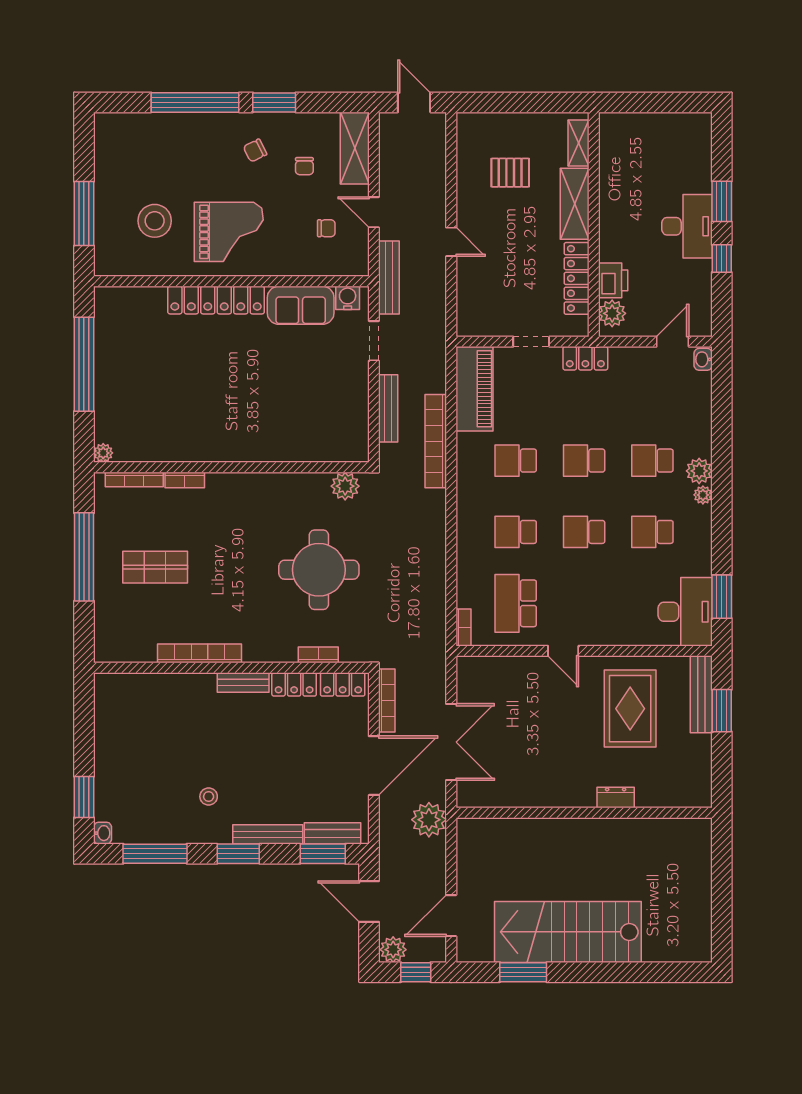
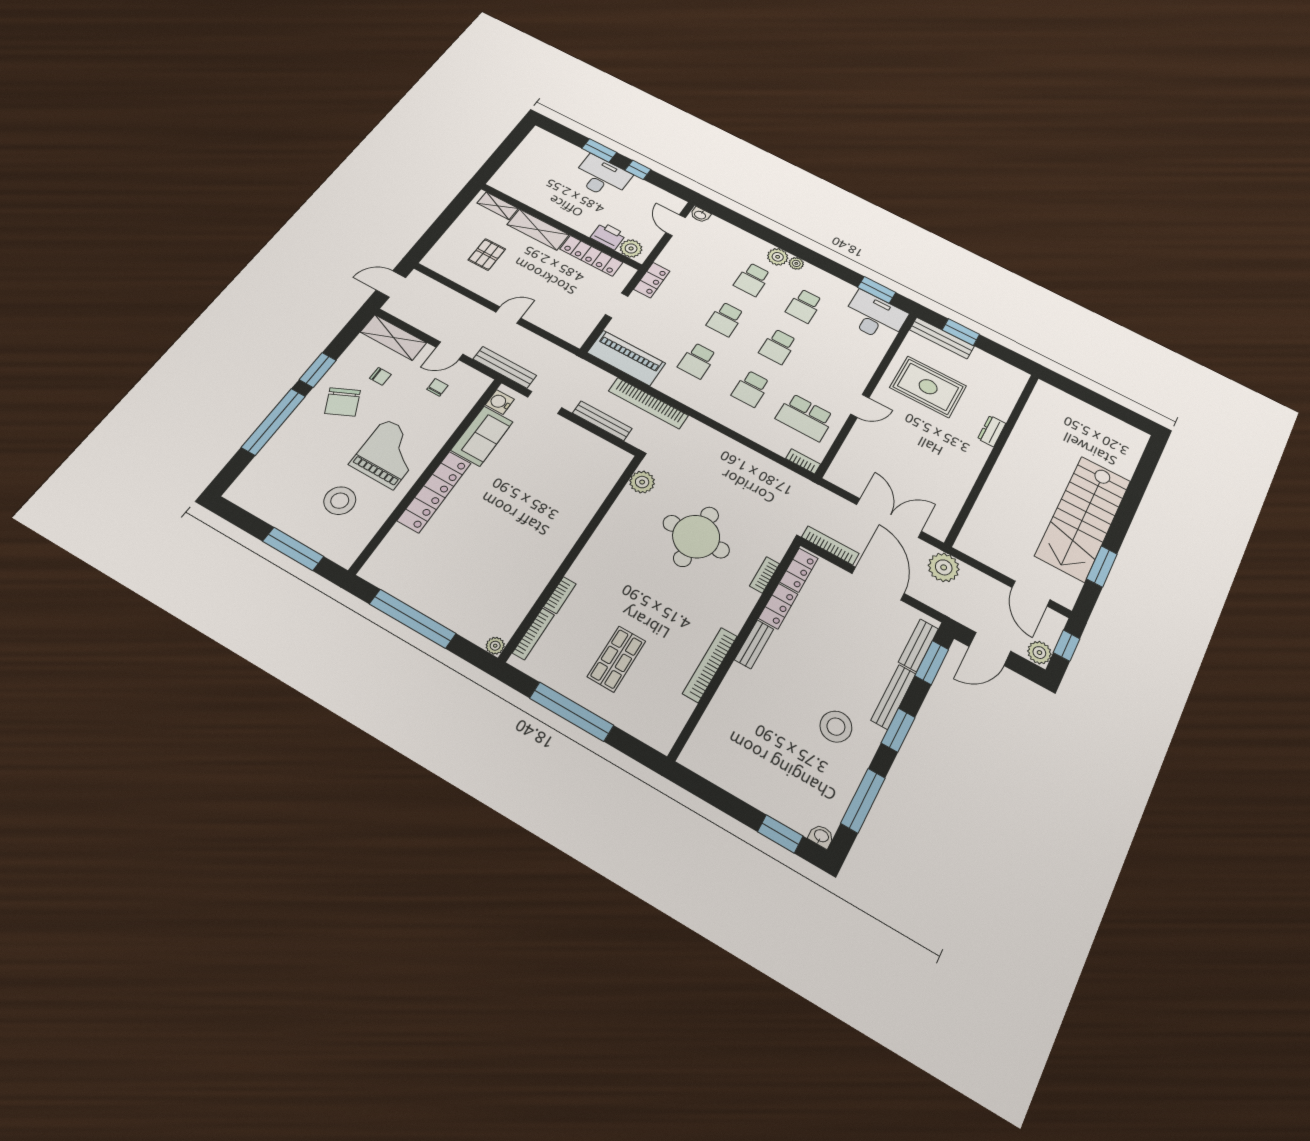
chair: (255, 150) -> (343, 402), width x1.87, depth x1.87
stool: (209, 797) -> (836, 727), width x1.89, depth x1.89

